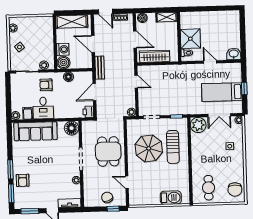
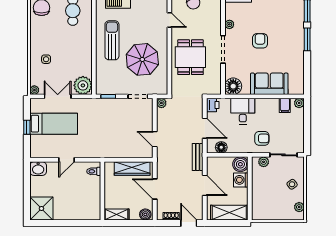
shower: (190, 39) -> (41, 209), moved
door: (210, 62) -> (67, 160), hinge flipped
floor lamp: (68, 77) -> (221, 147), moved
door: (94, 92) -> (205, 128), hinge flipped
desk: (43, 108) -> (243, 111), moved
sofa: (36, 131) -> (269, 84), width x0.73
sun lounger: (173, 147) -> (112, 40), moved
armchair: (23, 180) -> (260, 41), moved

